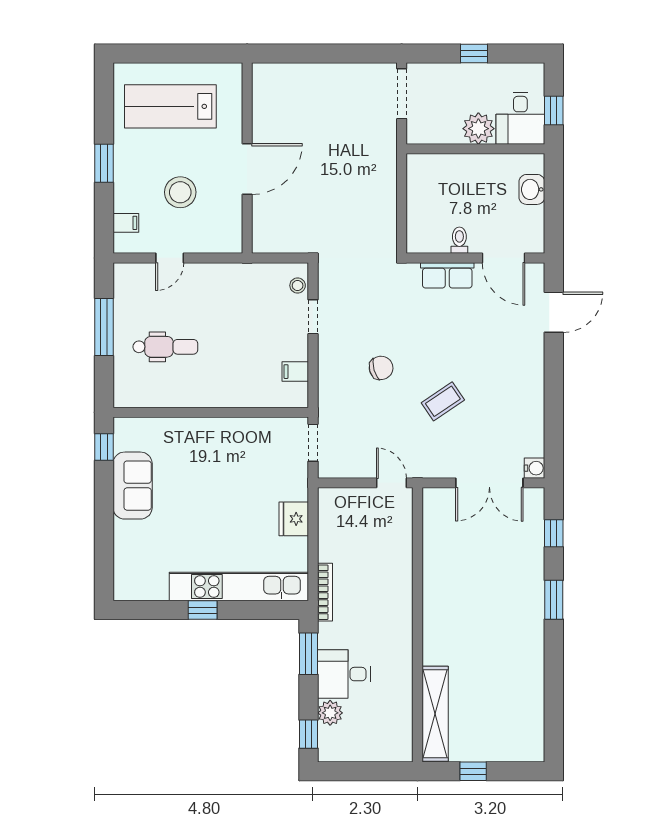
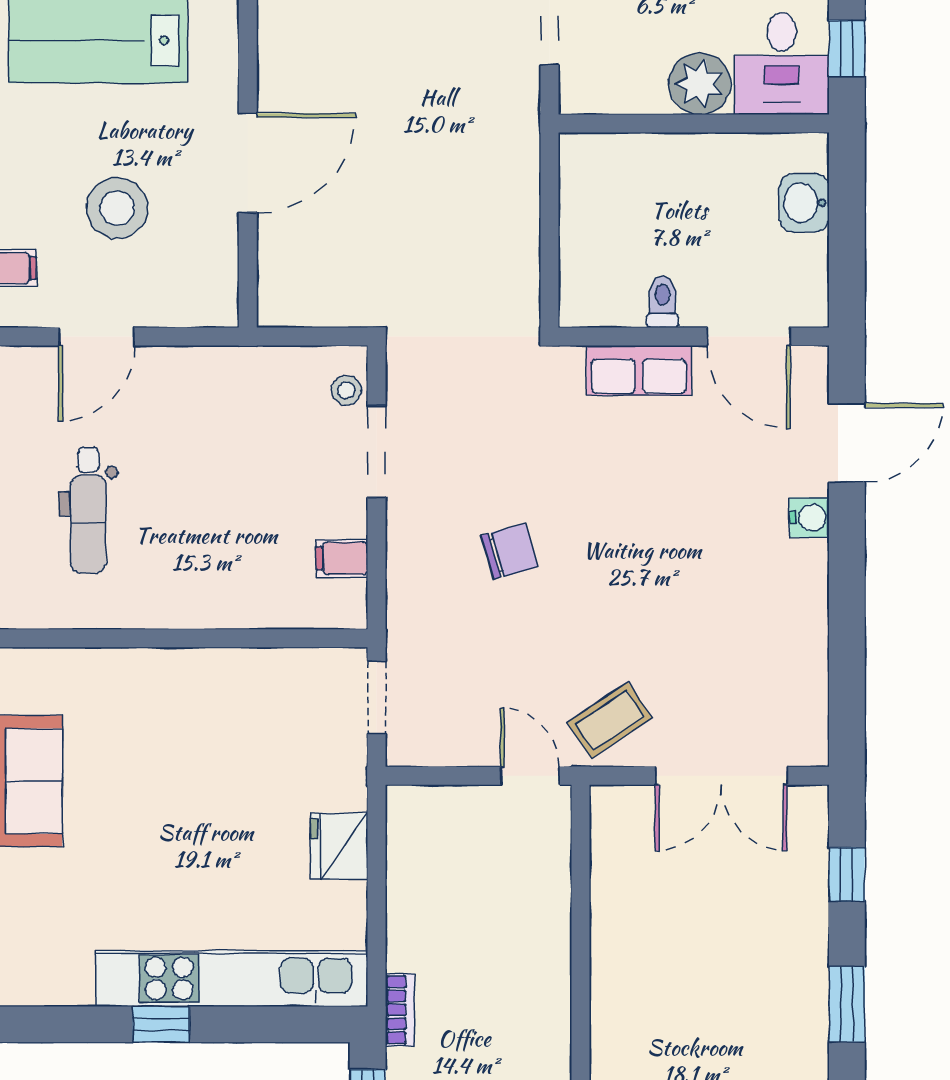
door: (170, 258) -> (96, 337), width x1.38
doorway: (313, 317) -> (377, 451), width x1.38
dental chair: (165, 347) -> (88, 510), turned 90
coffee table: (443, 401) -> (610, 720), moved
water cooler: (535, 468) -> (809, 517), moved
bookcase: (325, 592) -> (400, 1010), width x0.64

